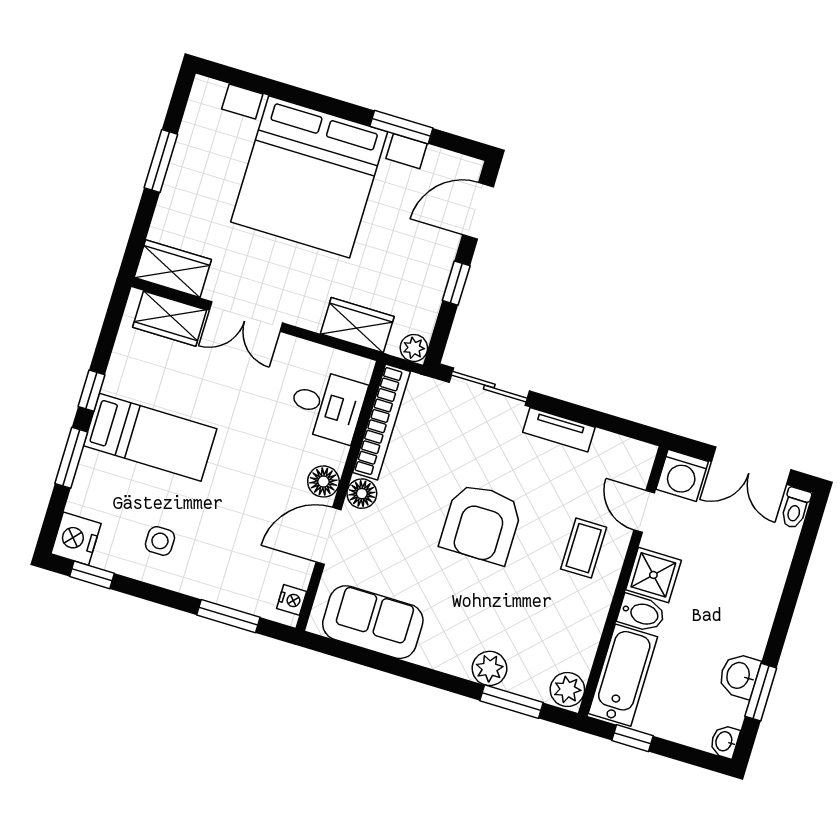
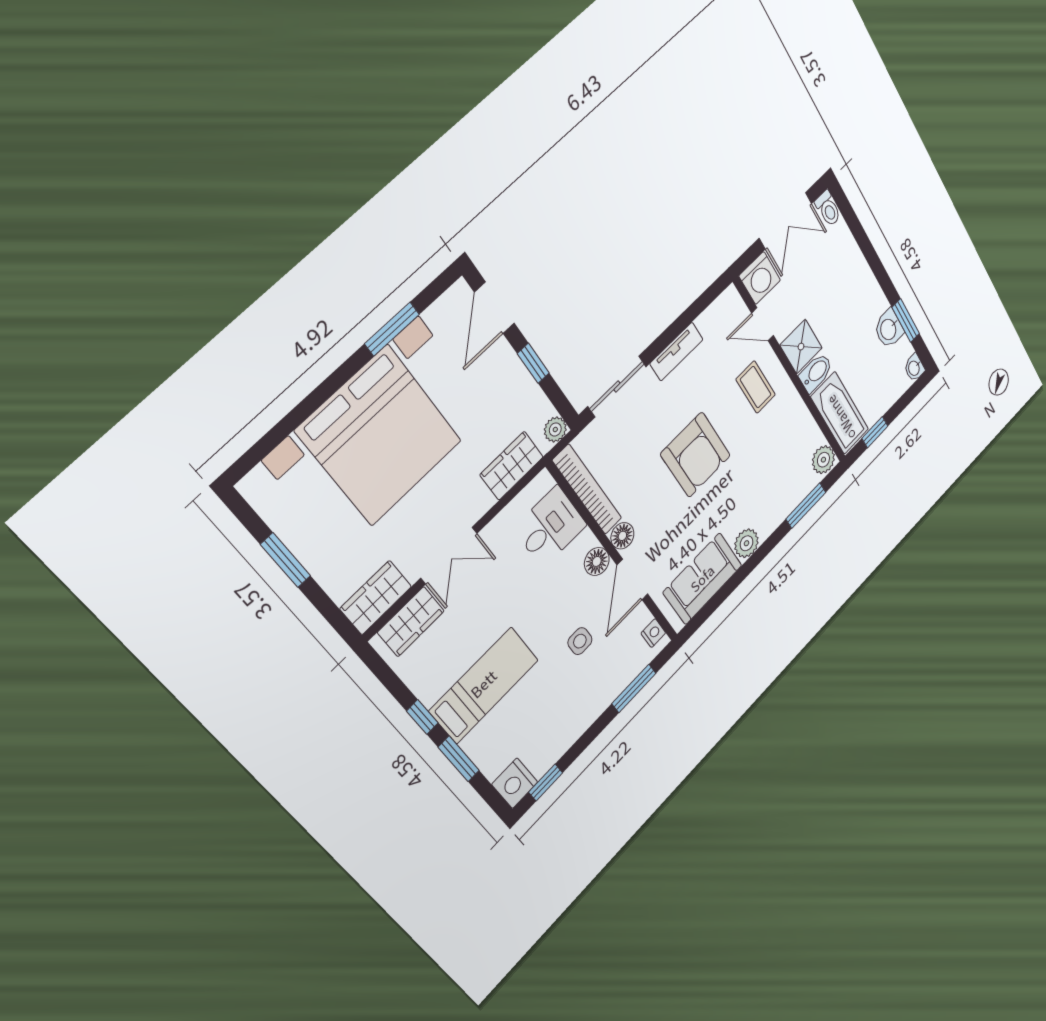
side table: (160, 541) -> (580, 641), moved
plant: (490, 668) -> (746, 543), moved

